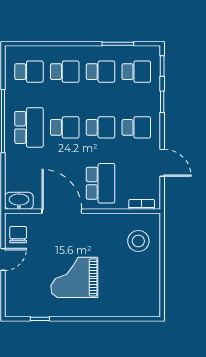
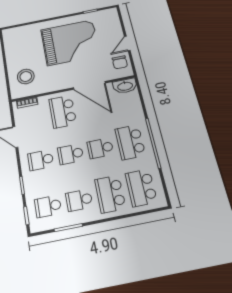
school desk: (29, 72) -> (141, 188), width x1.85
school desk: (65, 72) -> (110, 194), width x1.85
grand piano: (74, 277) -> (70, 42), width x1.37, depth x1.48

